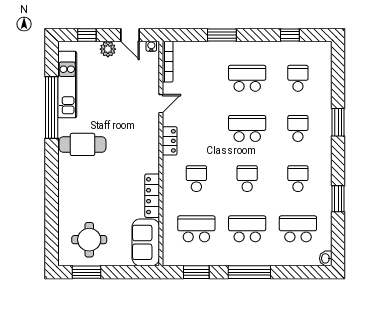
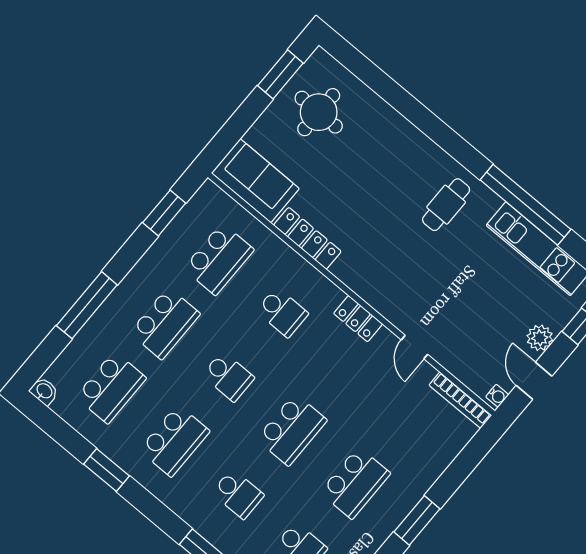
door: (130, 35) -> (534, 381), hinge flipped
window: (222, 35) -> (417, 520), moved
cafe table: (83, 144) -> (446, 205), width x0.73, depth x0.74
school desk: (298, 179) -> (174, 441), width x1.85
window: (249, 272) -> (87, 305), moved

